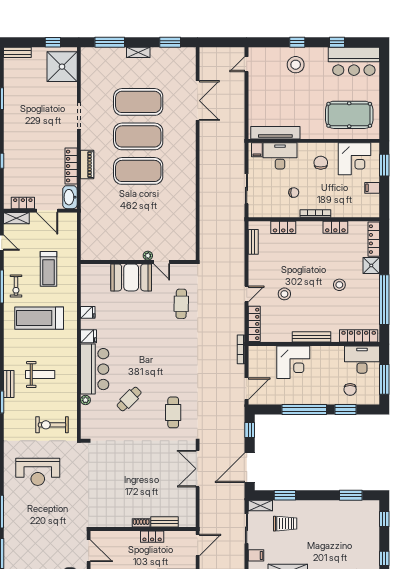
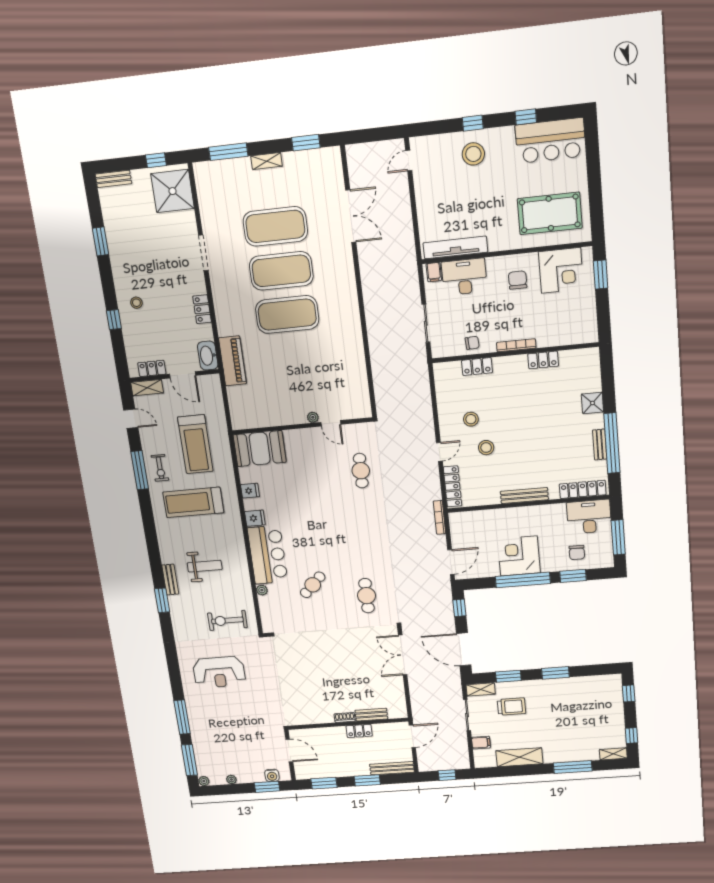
stool: (19, 149) -> (136, 303), added
piano: (87, 165) -> (232, 361), moved, width x1.37, depth x1.33
locker: (71, 166) -> (202, 309), width x0.66
filing cabinet: (372, 188) -> (587, 306), removed
chair: (294, 193) -> (472, 343), moved
locker: (374, 239) -> (593, 370), removed
bench: (253, 242) -> (600, 445), moved
treadmill: (49, 269) -> (195, 444), width x1.37, depth x1.38
booth: (131, 277) -> (260, 449), moved
stool: (339, 285) -> (471, 419), moved
corner desk: (293, 362) -> (519, 556), moved, turned 180
door: (250, 468) -> (464, 649), hinge flipped
window: (351, 495) -> (555, 673), moved

